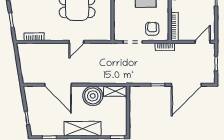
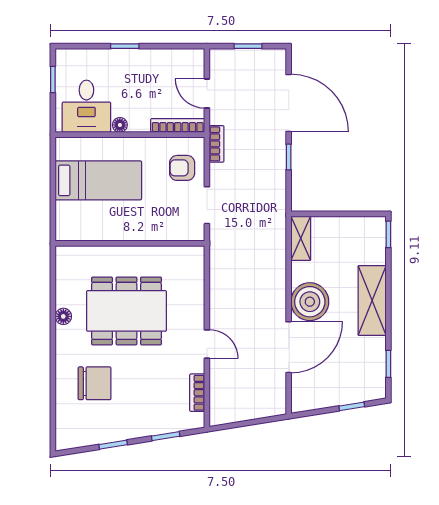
door: (76, 42) -> (207, 344), moved
door: (203, 42) -> (207, 93), moved
boiler: (93, 96) -> (310, 302), moved

